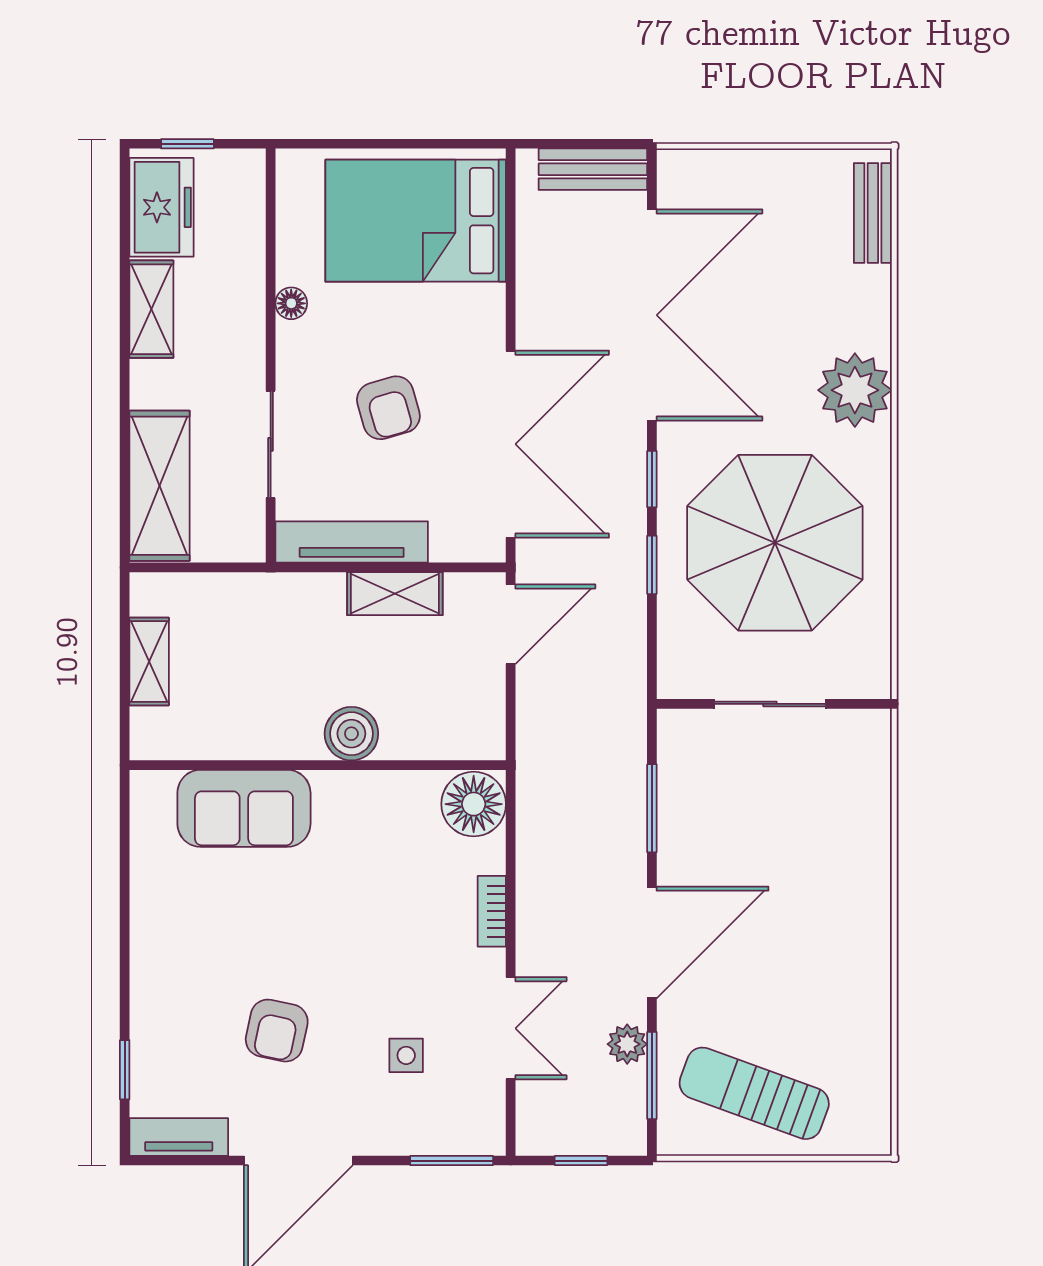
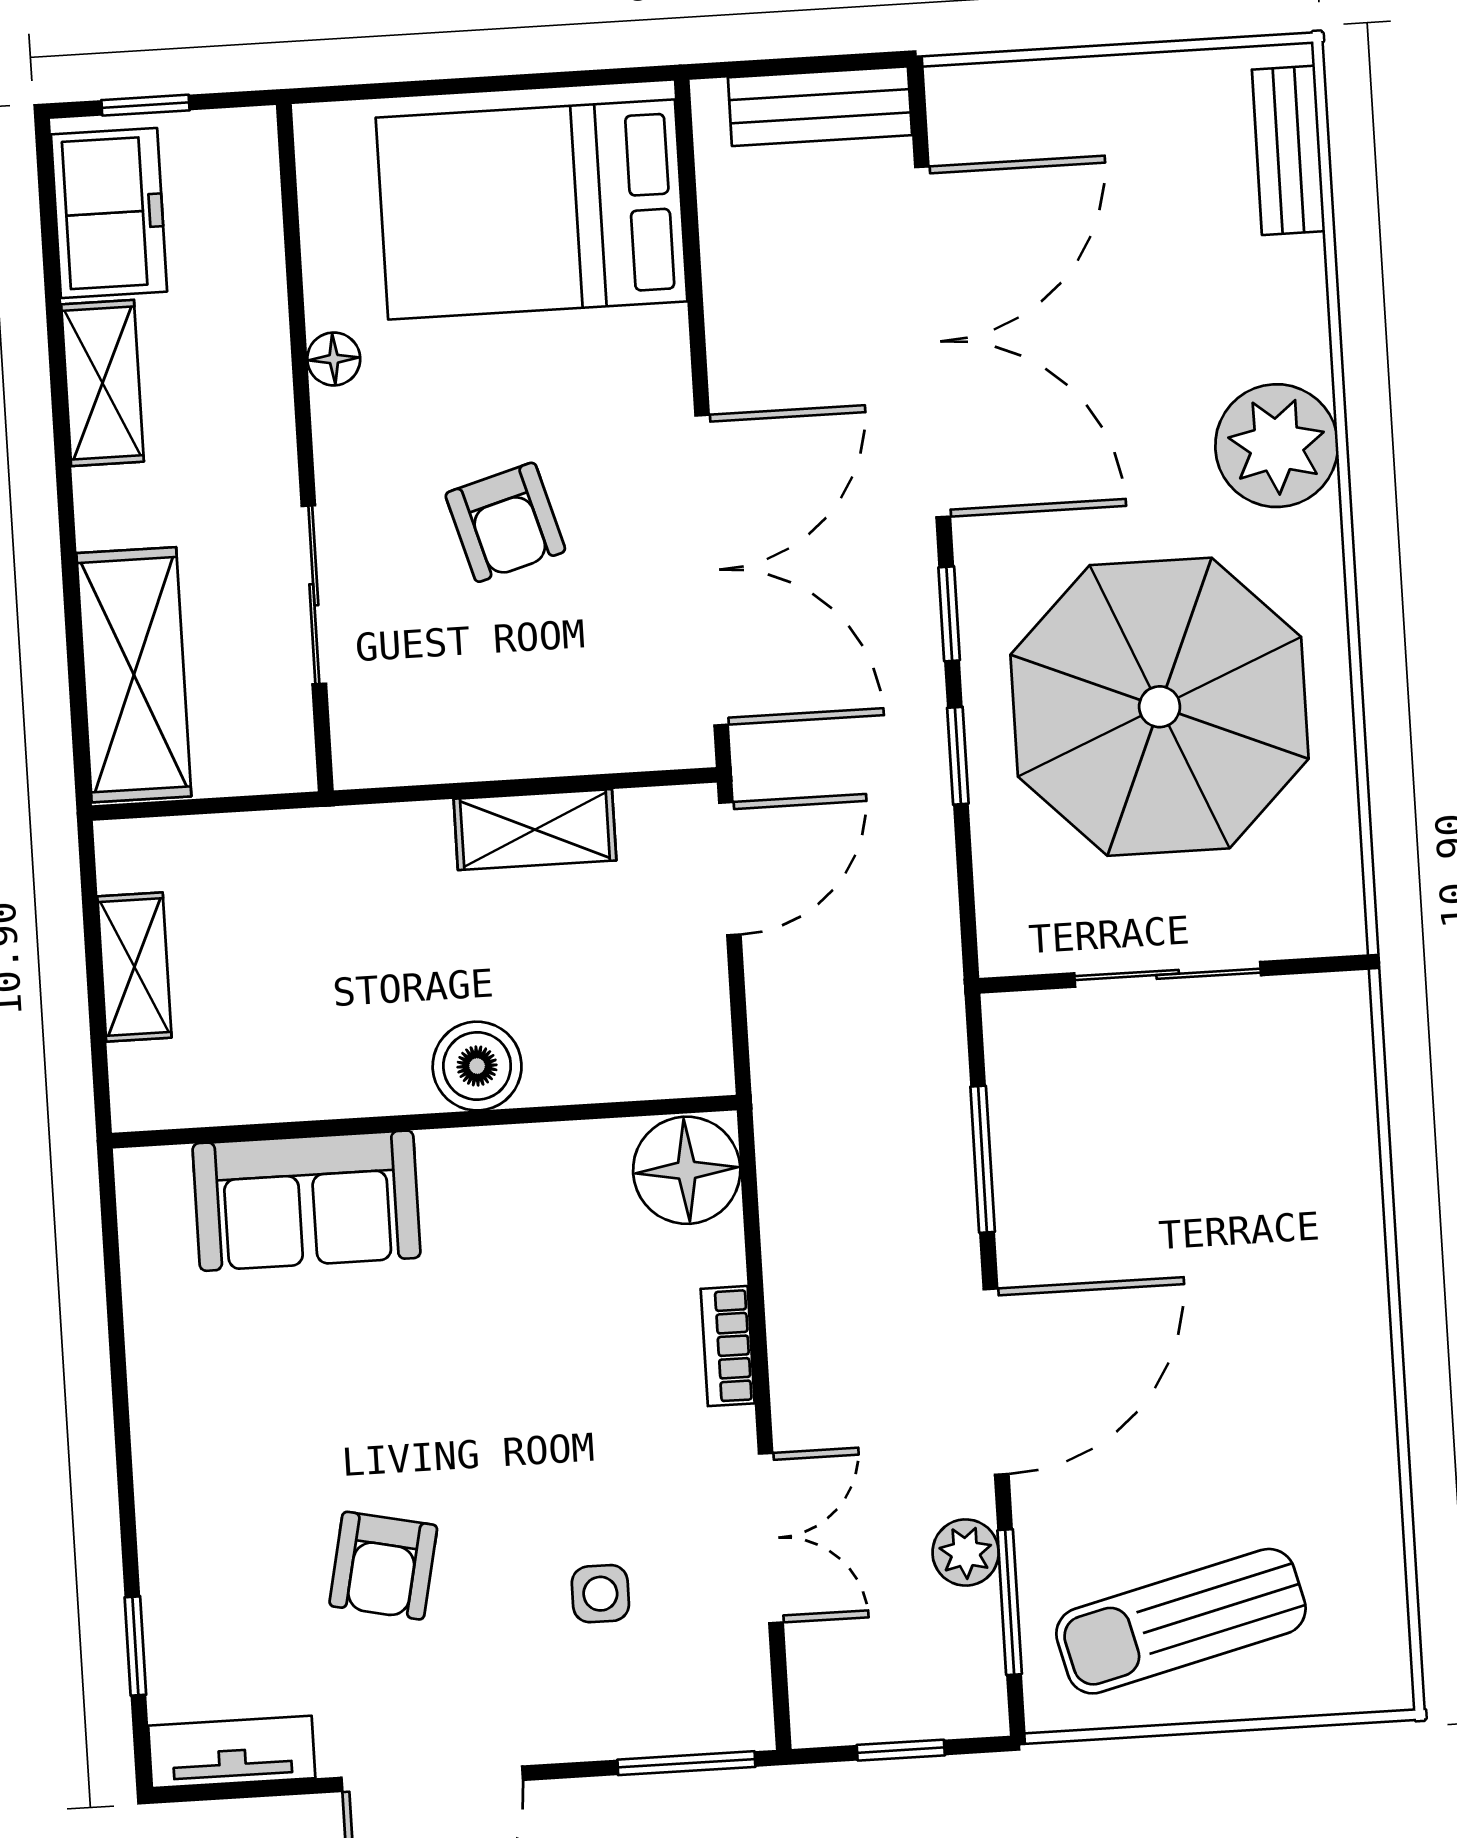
tv unit: (352, 542) -> (458, 748), removed
sun lounger: (754, 1093) -> (1181, 1621), turned -34

